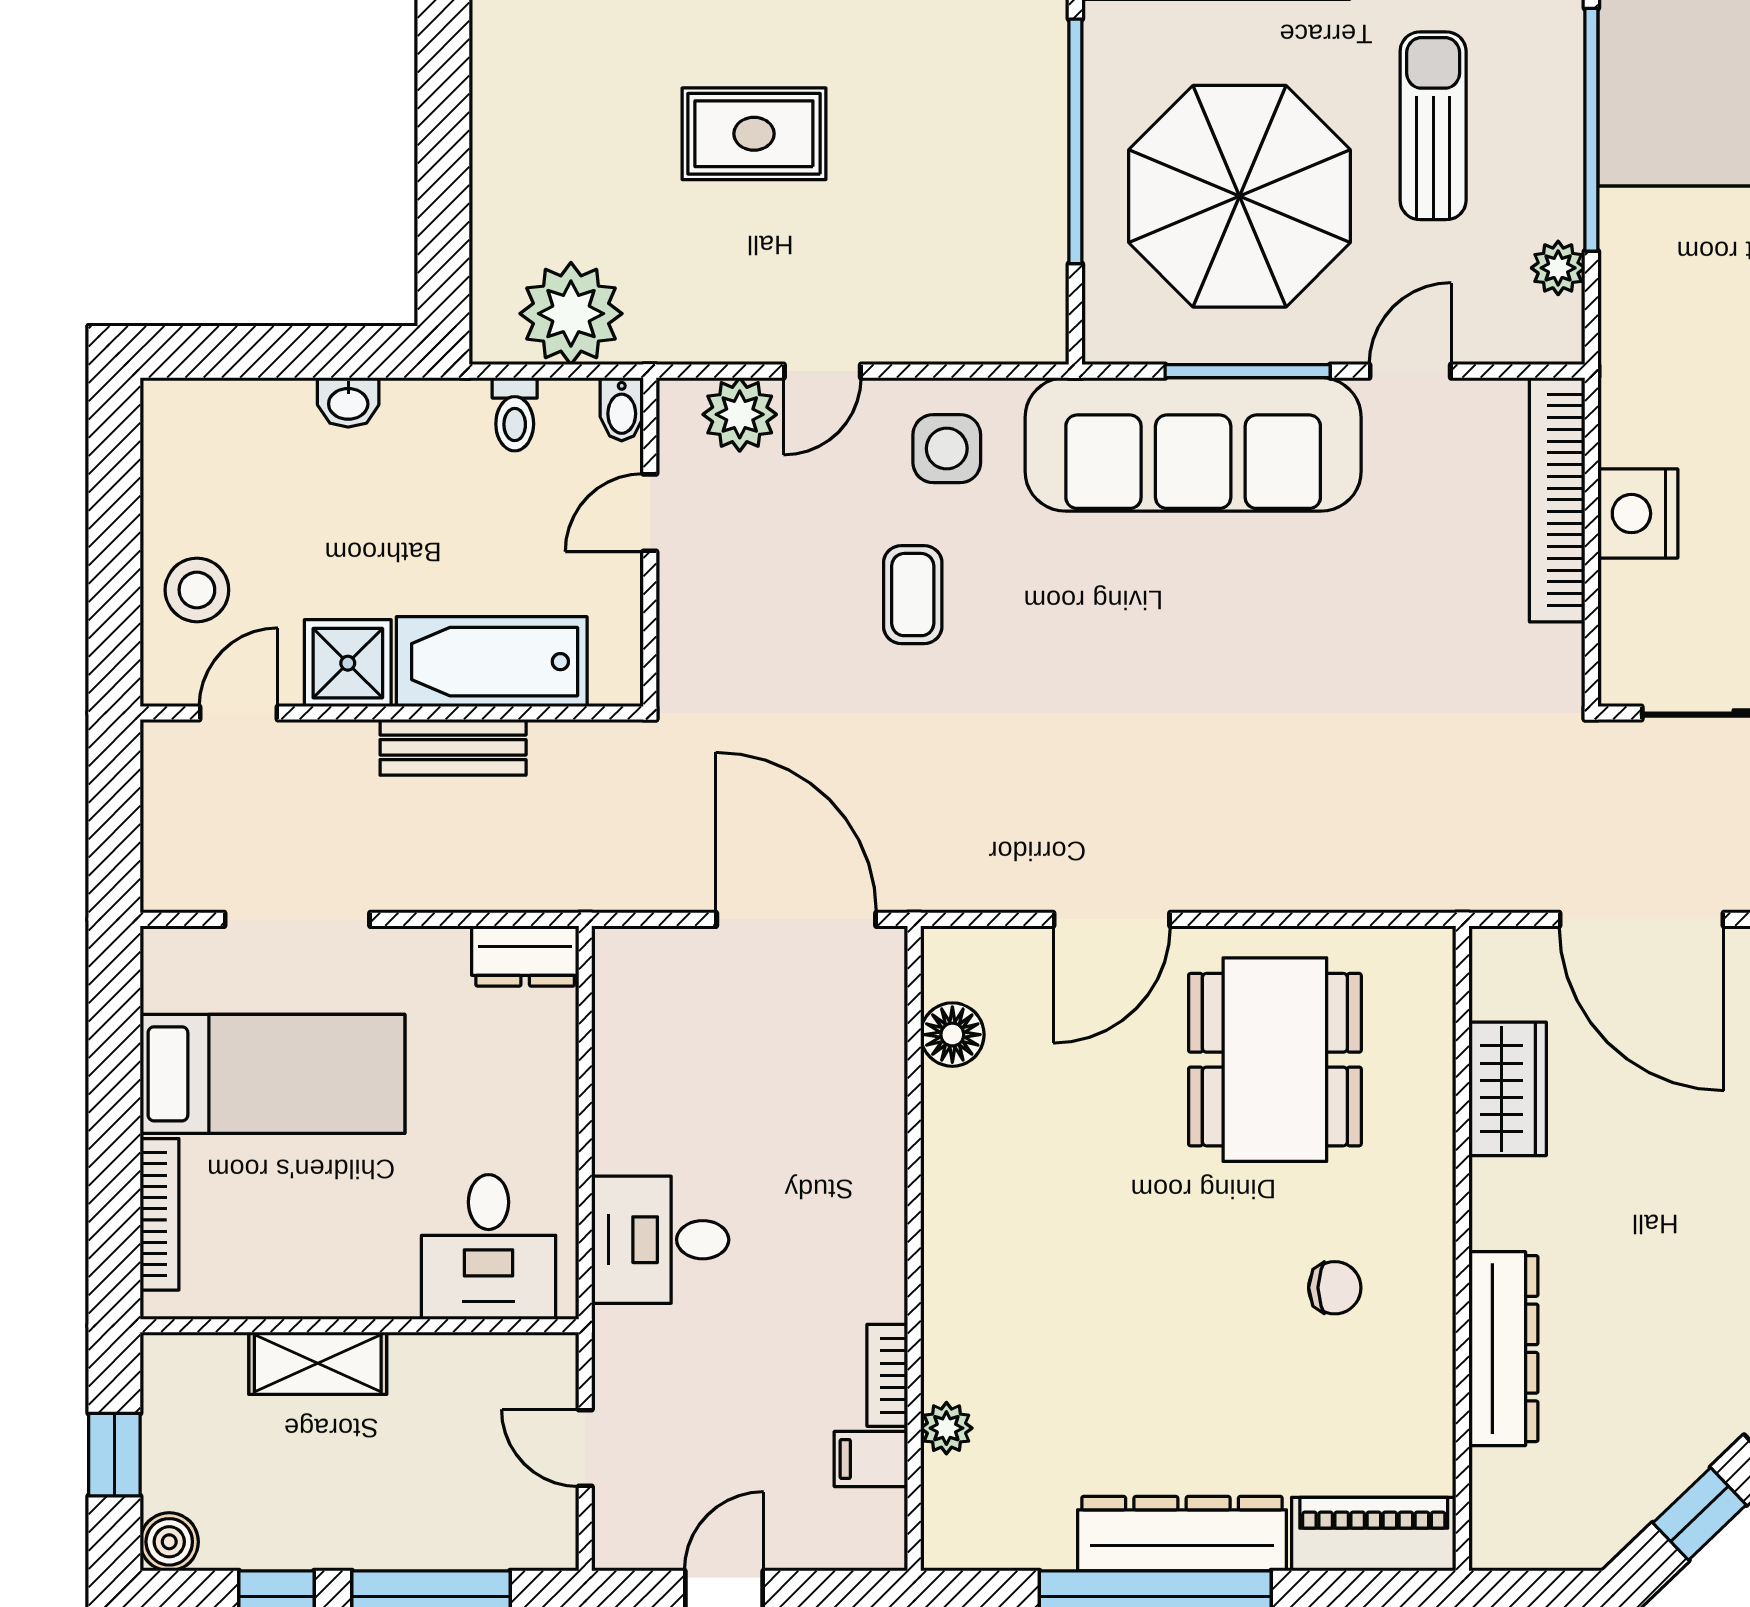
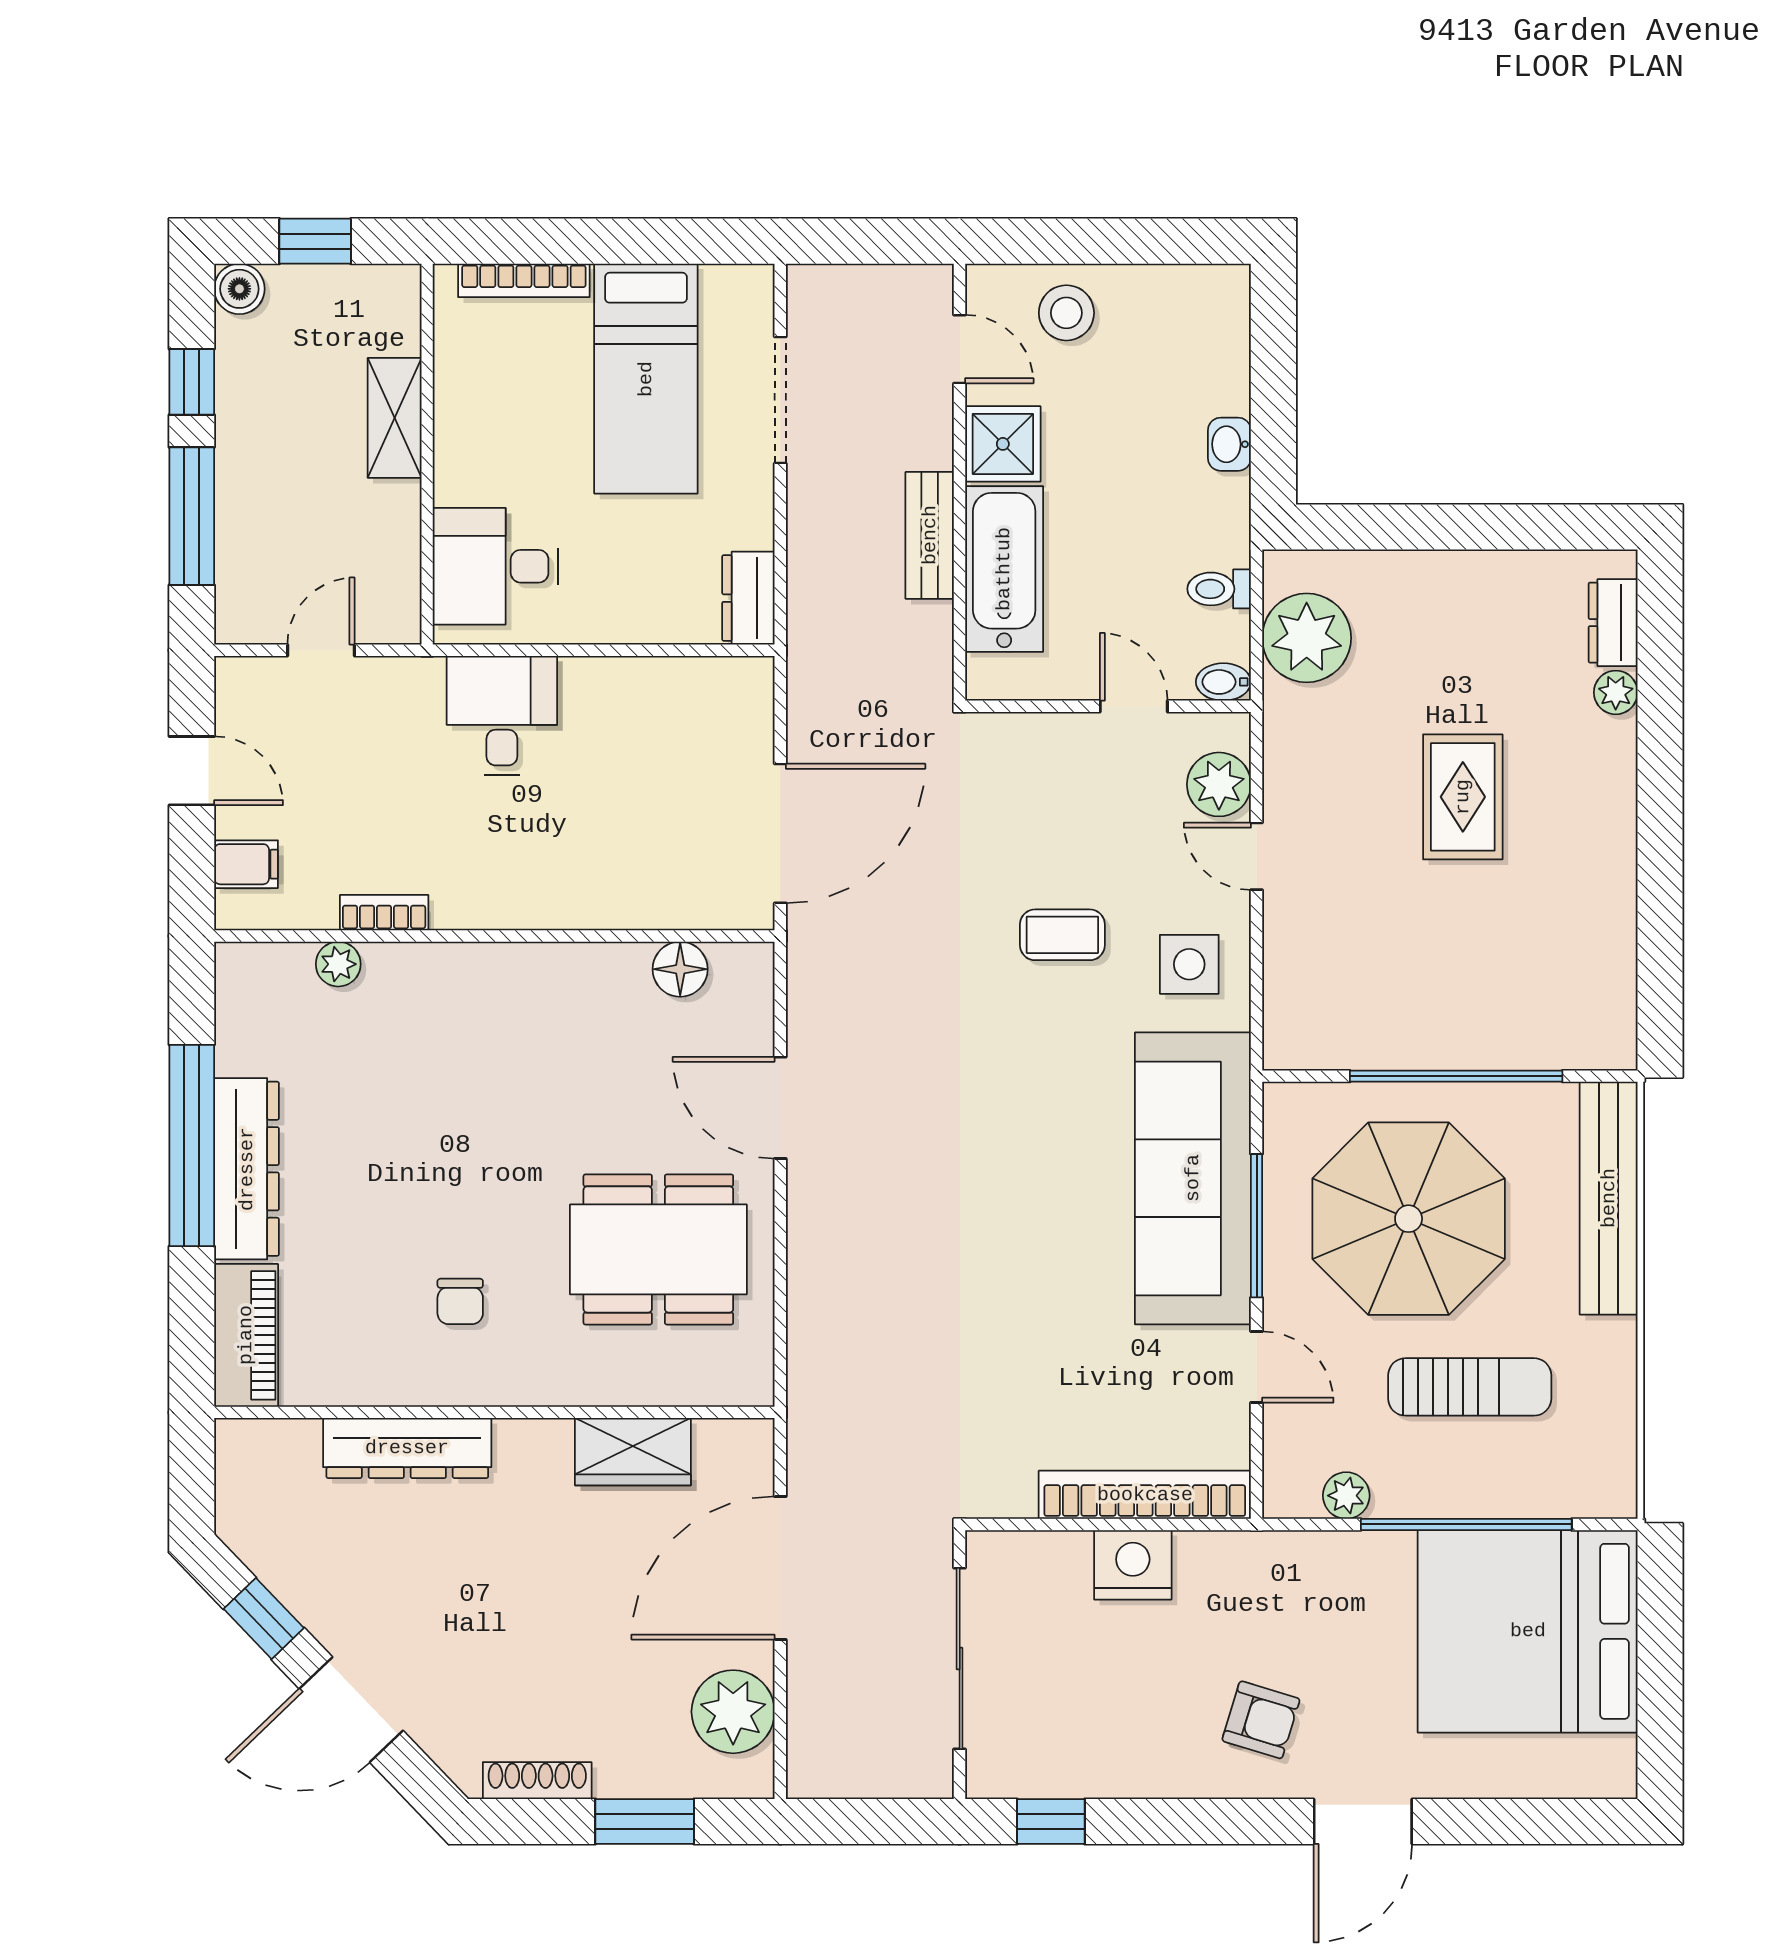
filing cabinet: (871, 1459) -> (246, 864), moved, turned 90

